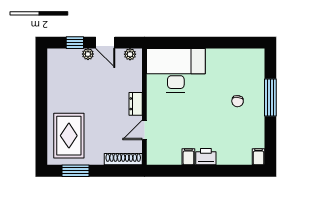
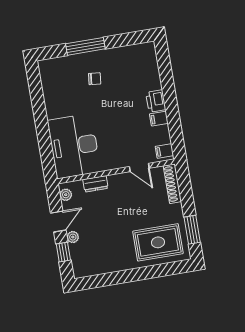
dresser: (136, 104) -> (95, 184), moved
filing cabinet: (259, 157) -> (164, 151), moved

